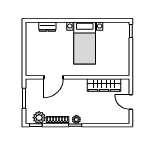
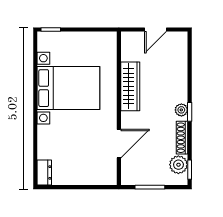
dresser: (47, 27) -> (44, 172), moved
bed with nightstands: (85, 43) -> (68, 88), width x1.36
door: (54, 77) -> (119, 144), hinge flipped
wardrobe: (104, 85) -> (130, 86), moved

